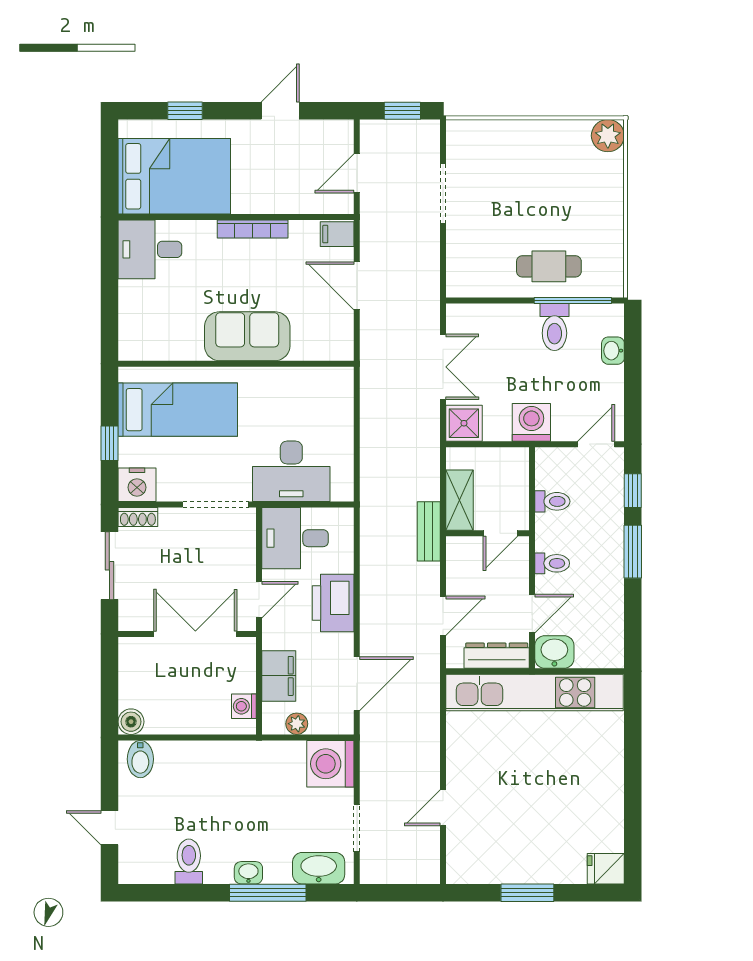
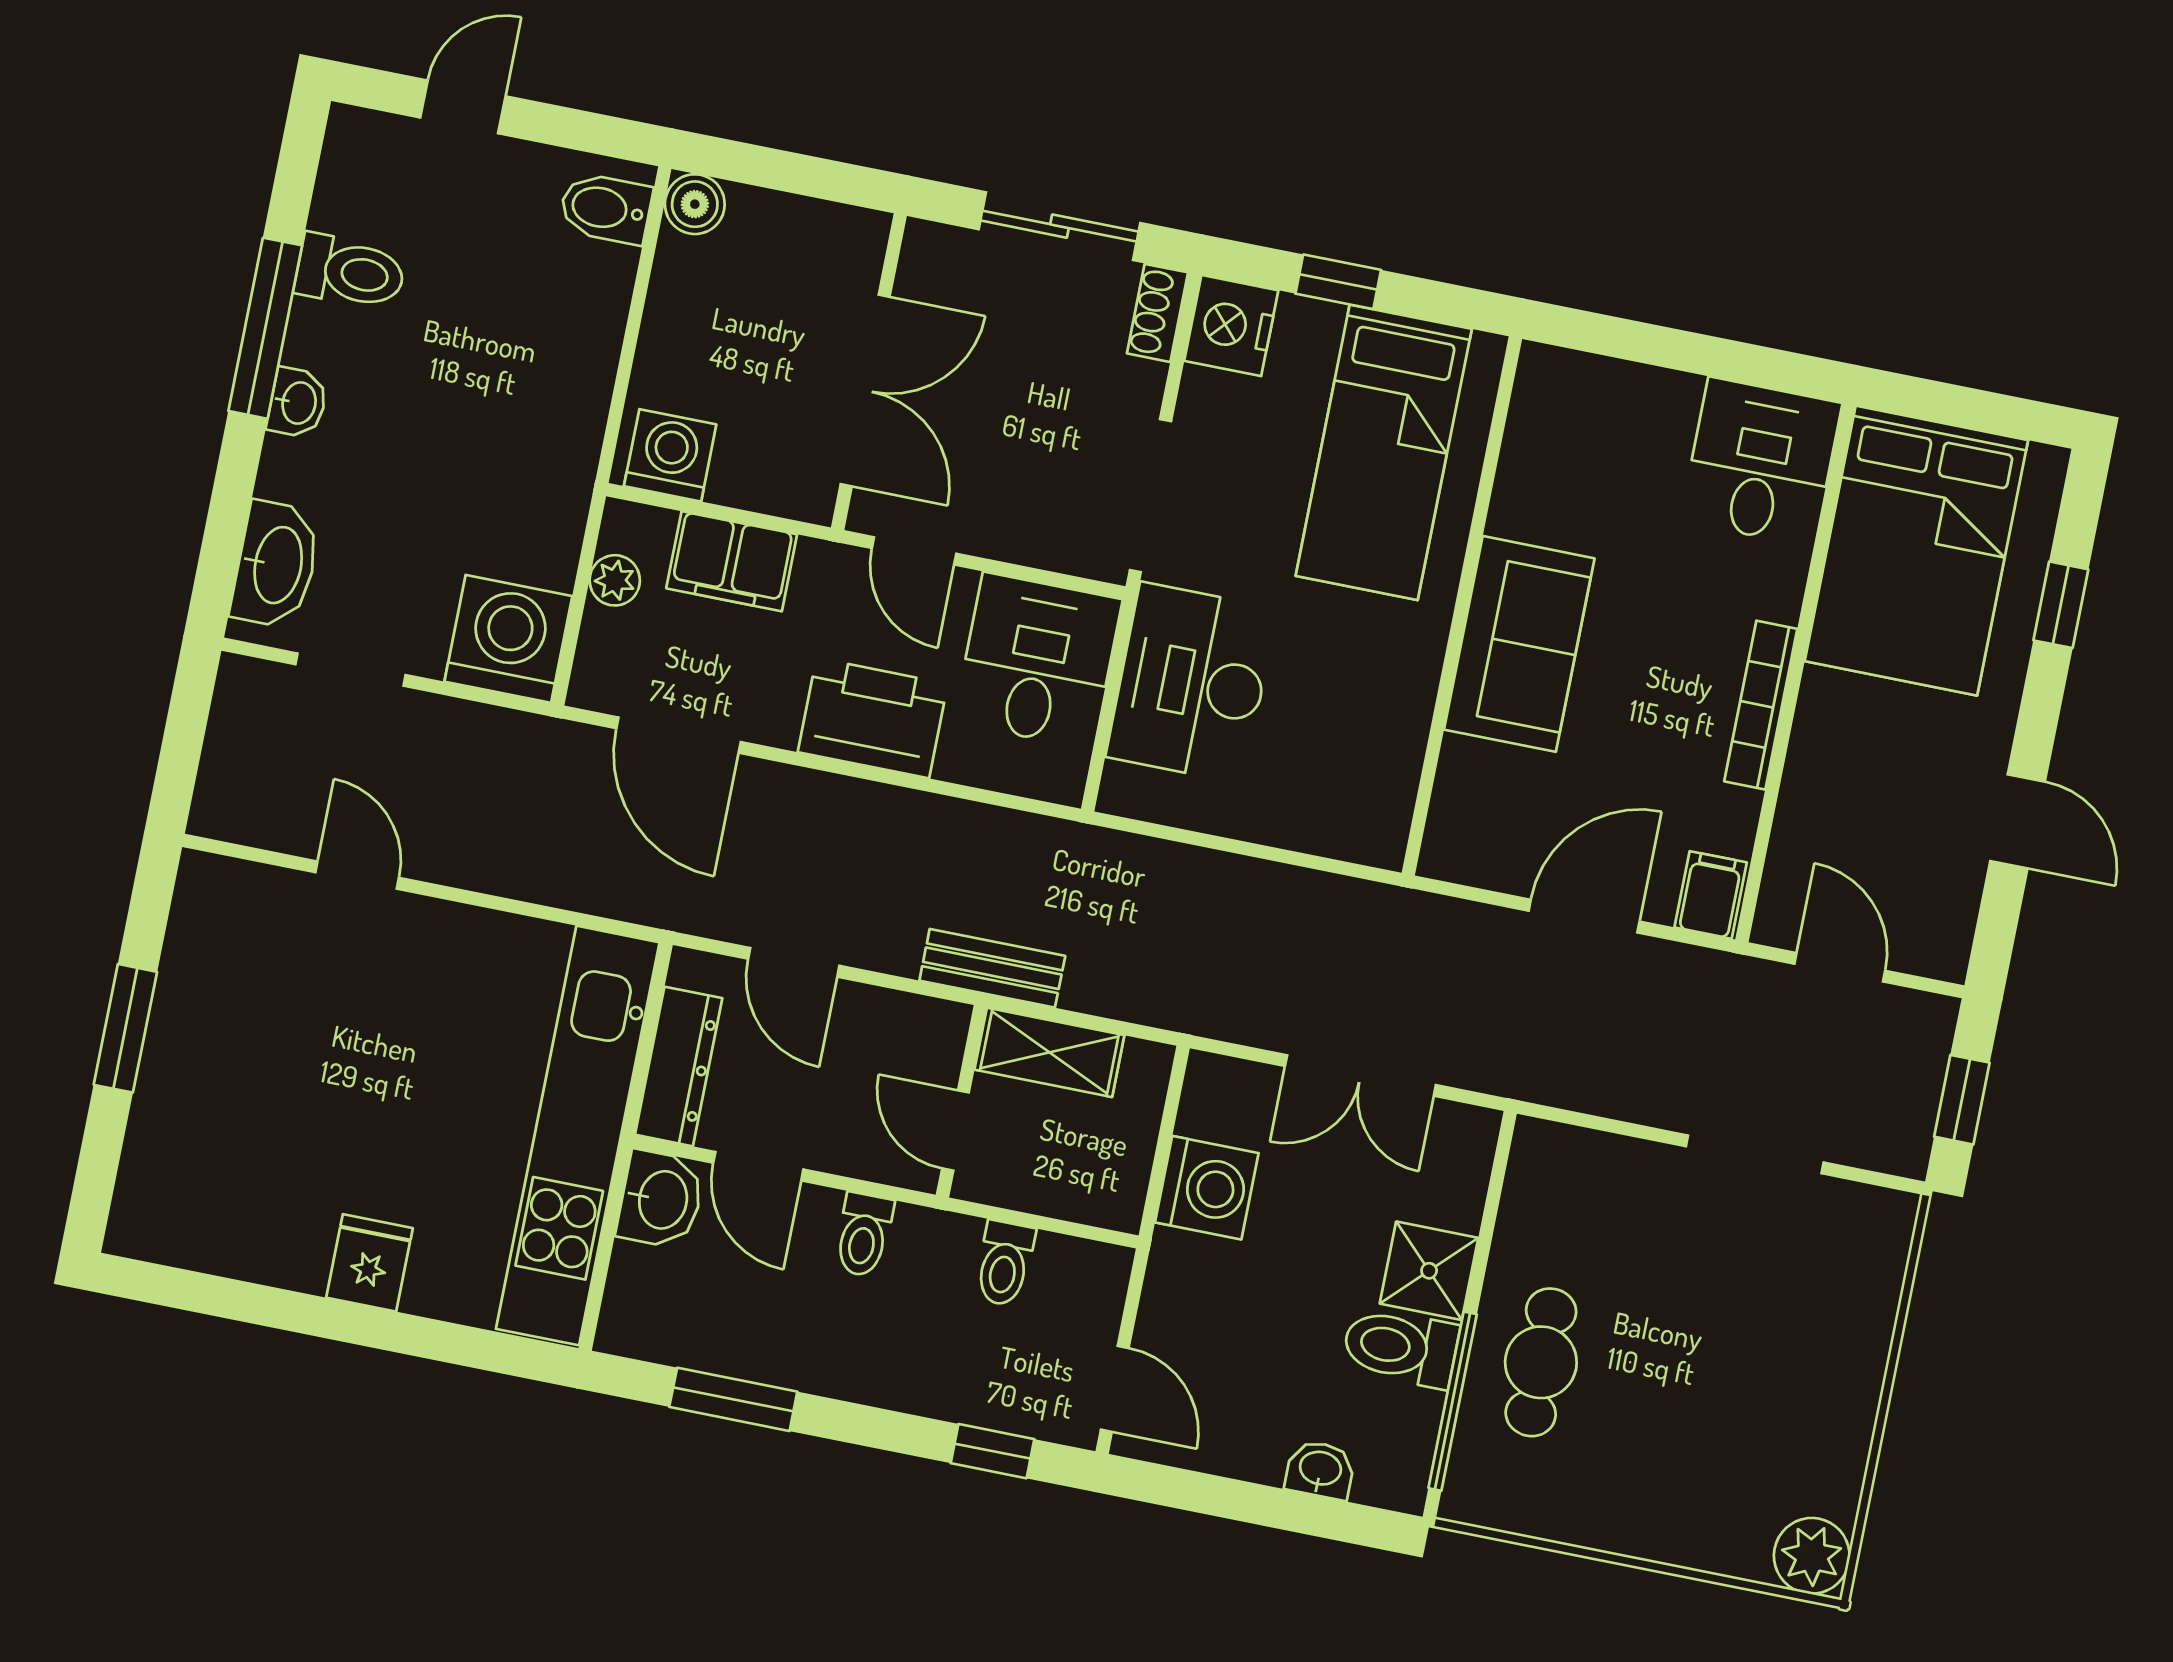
washing machine: (531, 422) -> (1207, 1188), moved
shower: (464, 423) -> (1429, 1271), moved
window: (633, 552) -> (733, 1399), moved
washing machine: (244, 706) -> (670, 455), width x1.38, depth x1.38
fridge: (606, 869) -> (370, 1263), moved
window: (268, 893) -> (265, 328), moved

